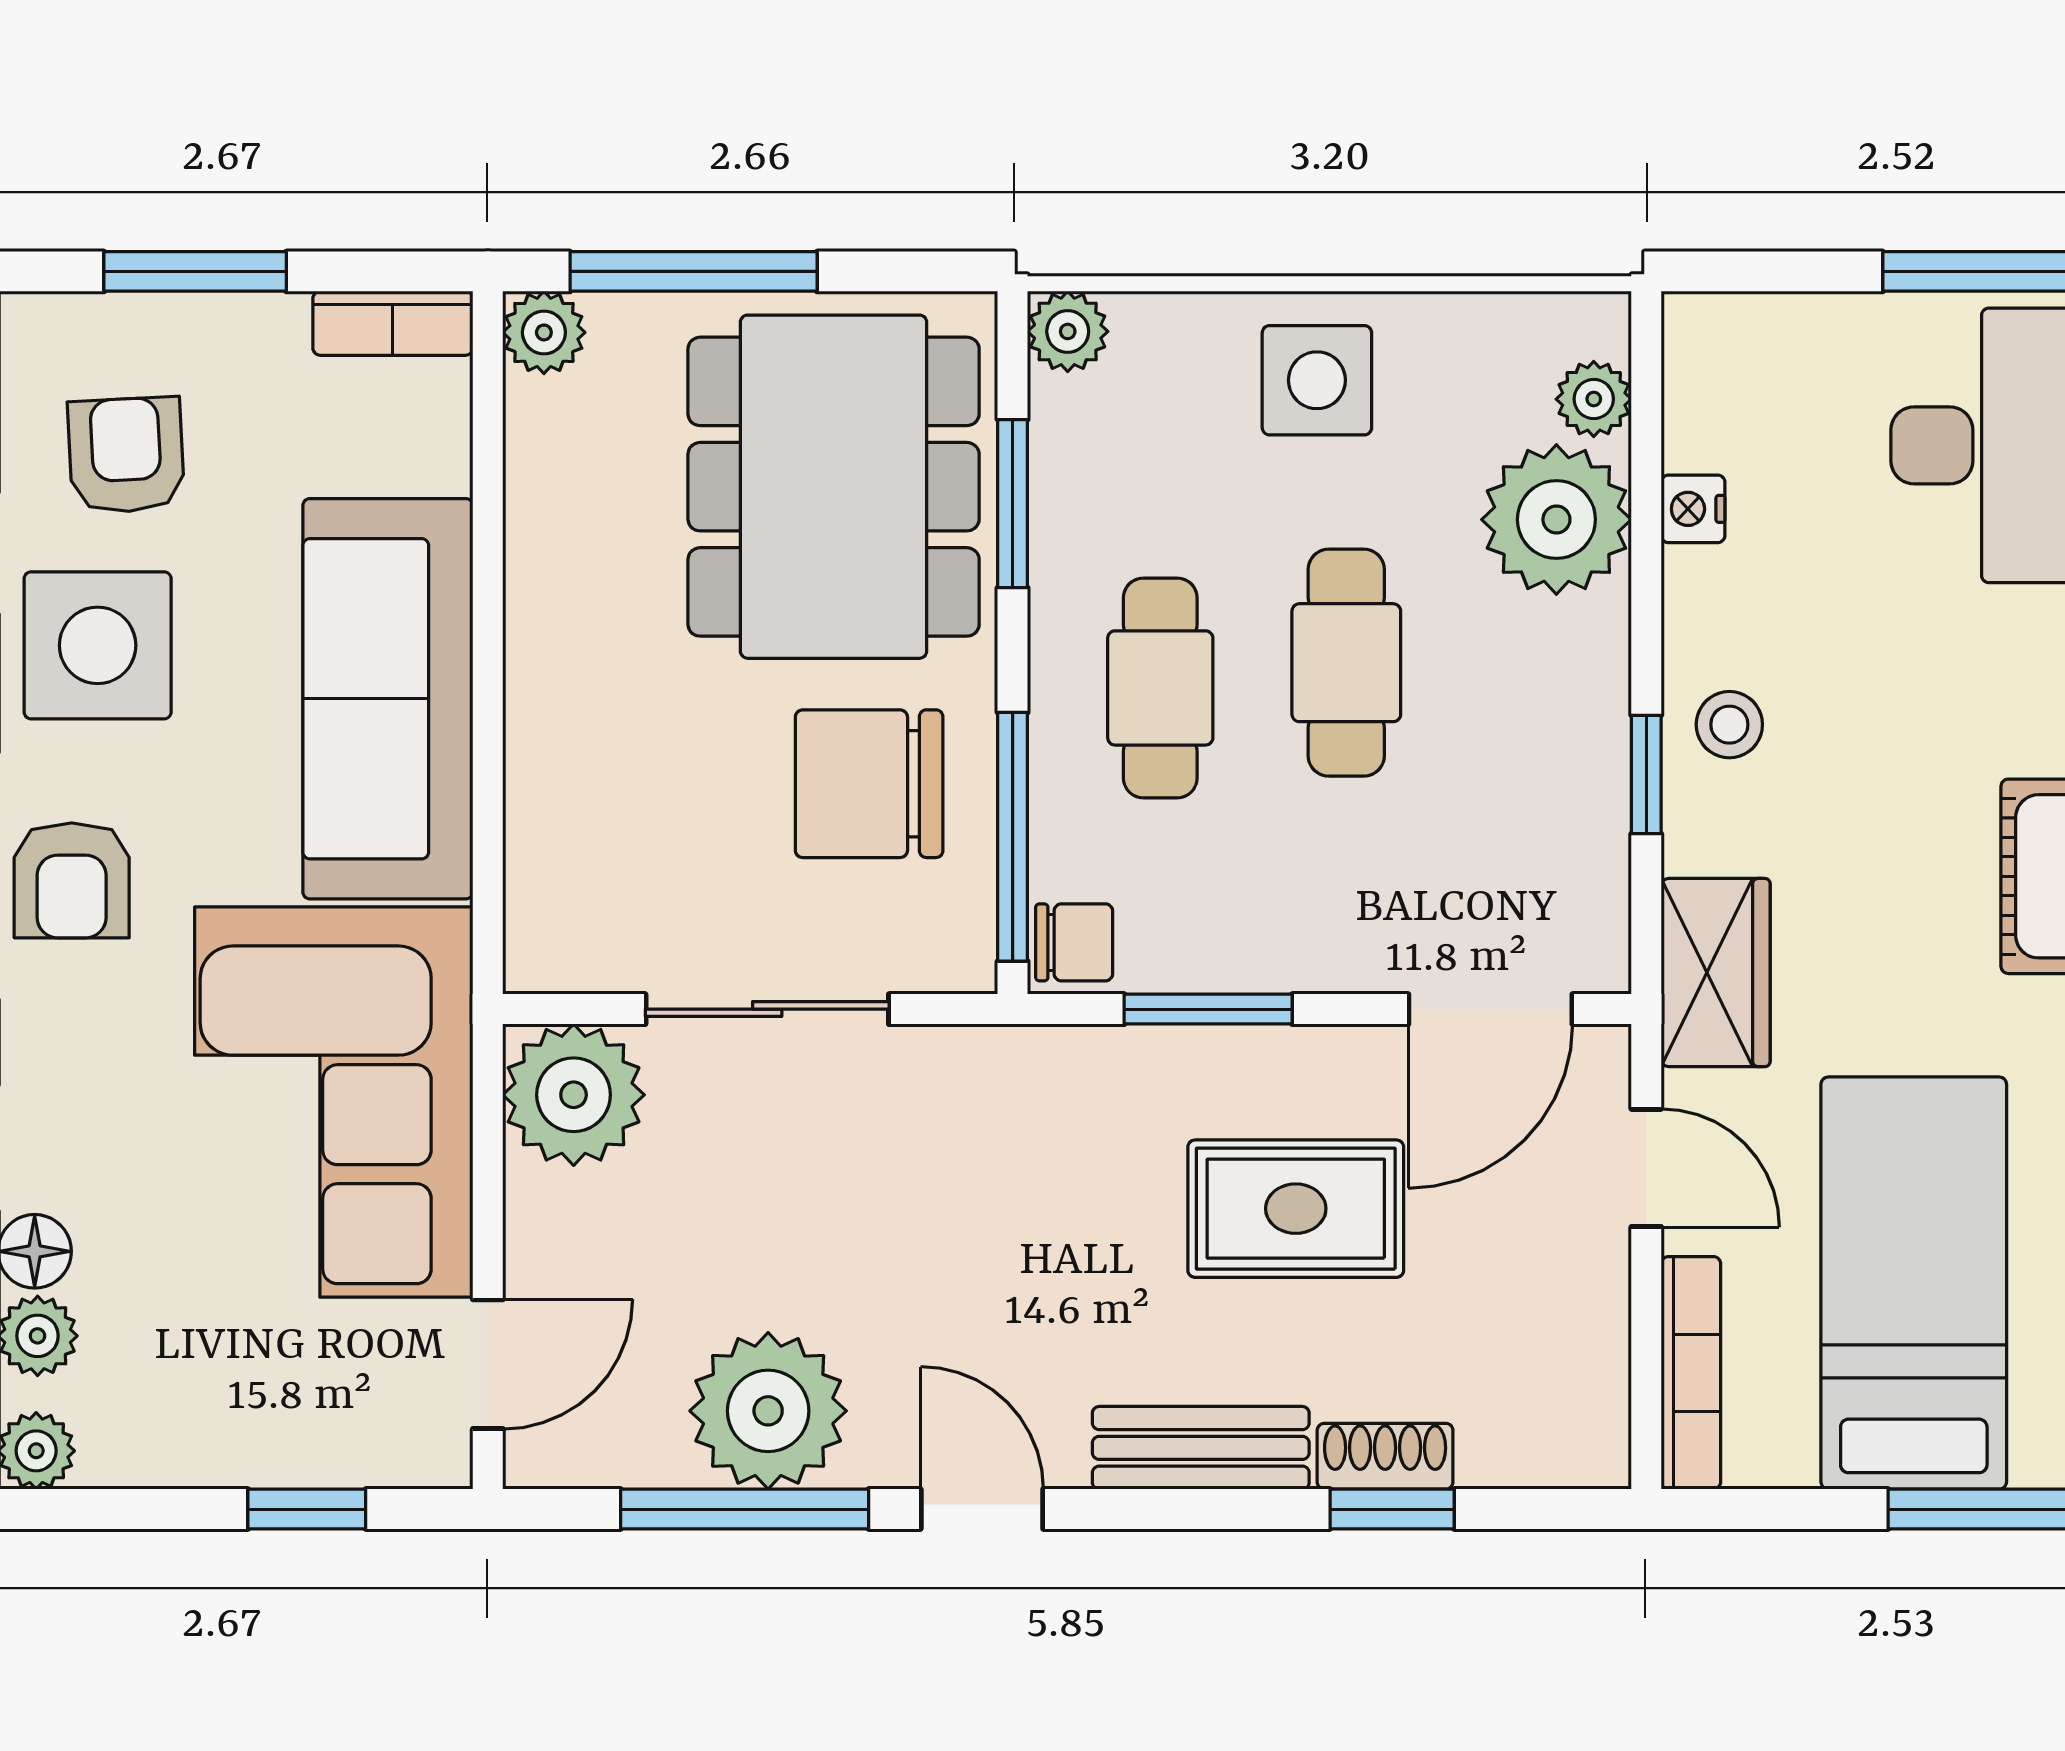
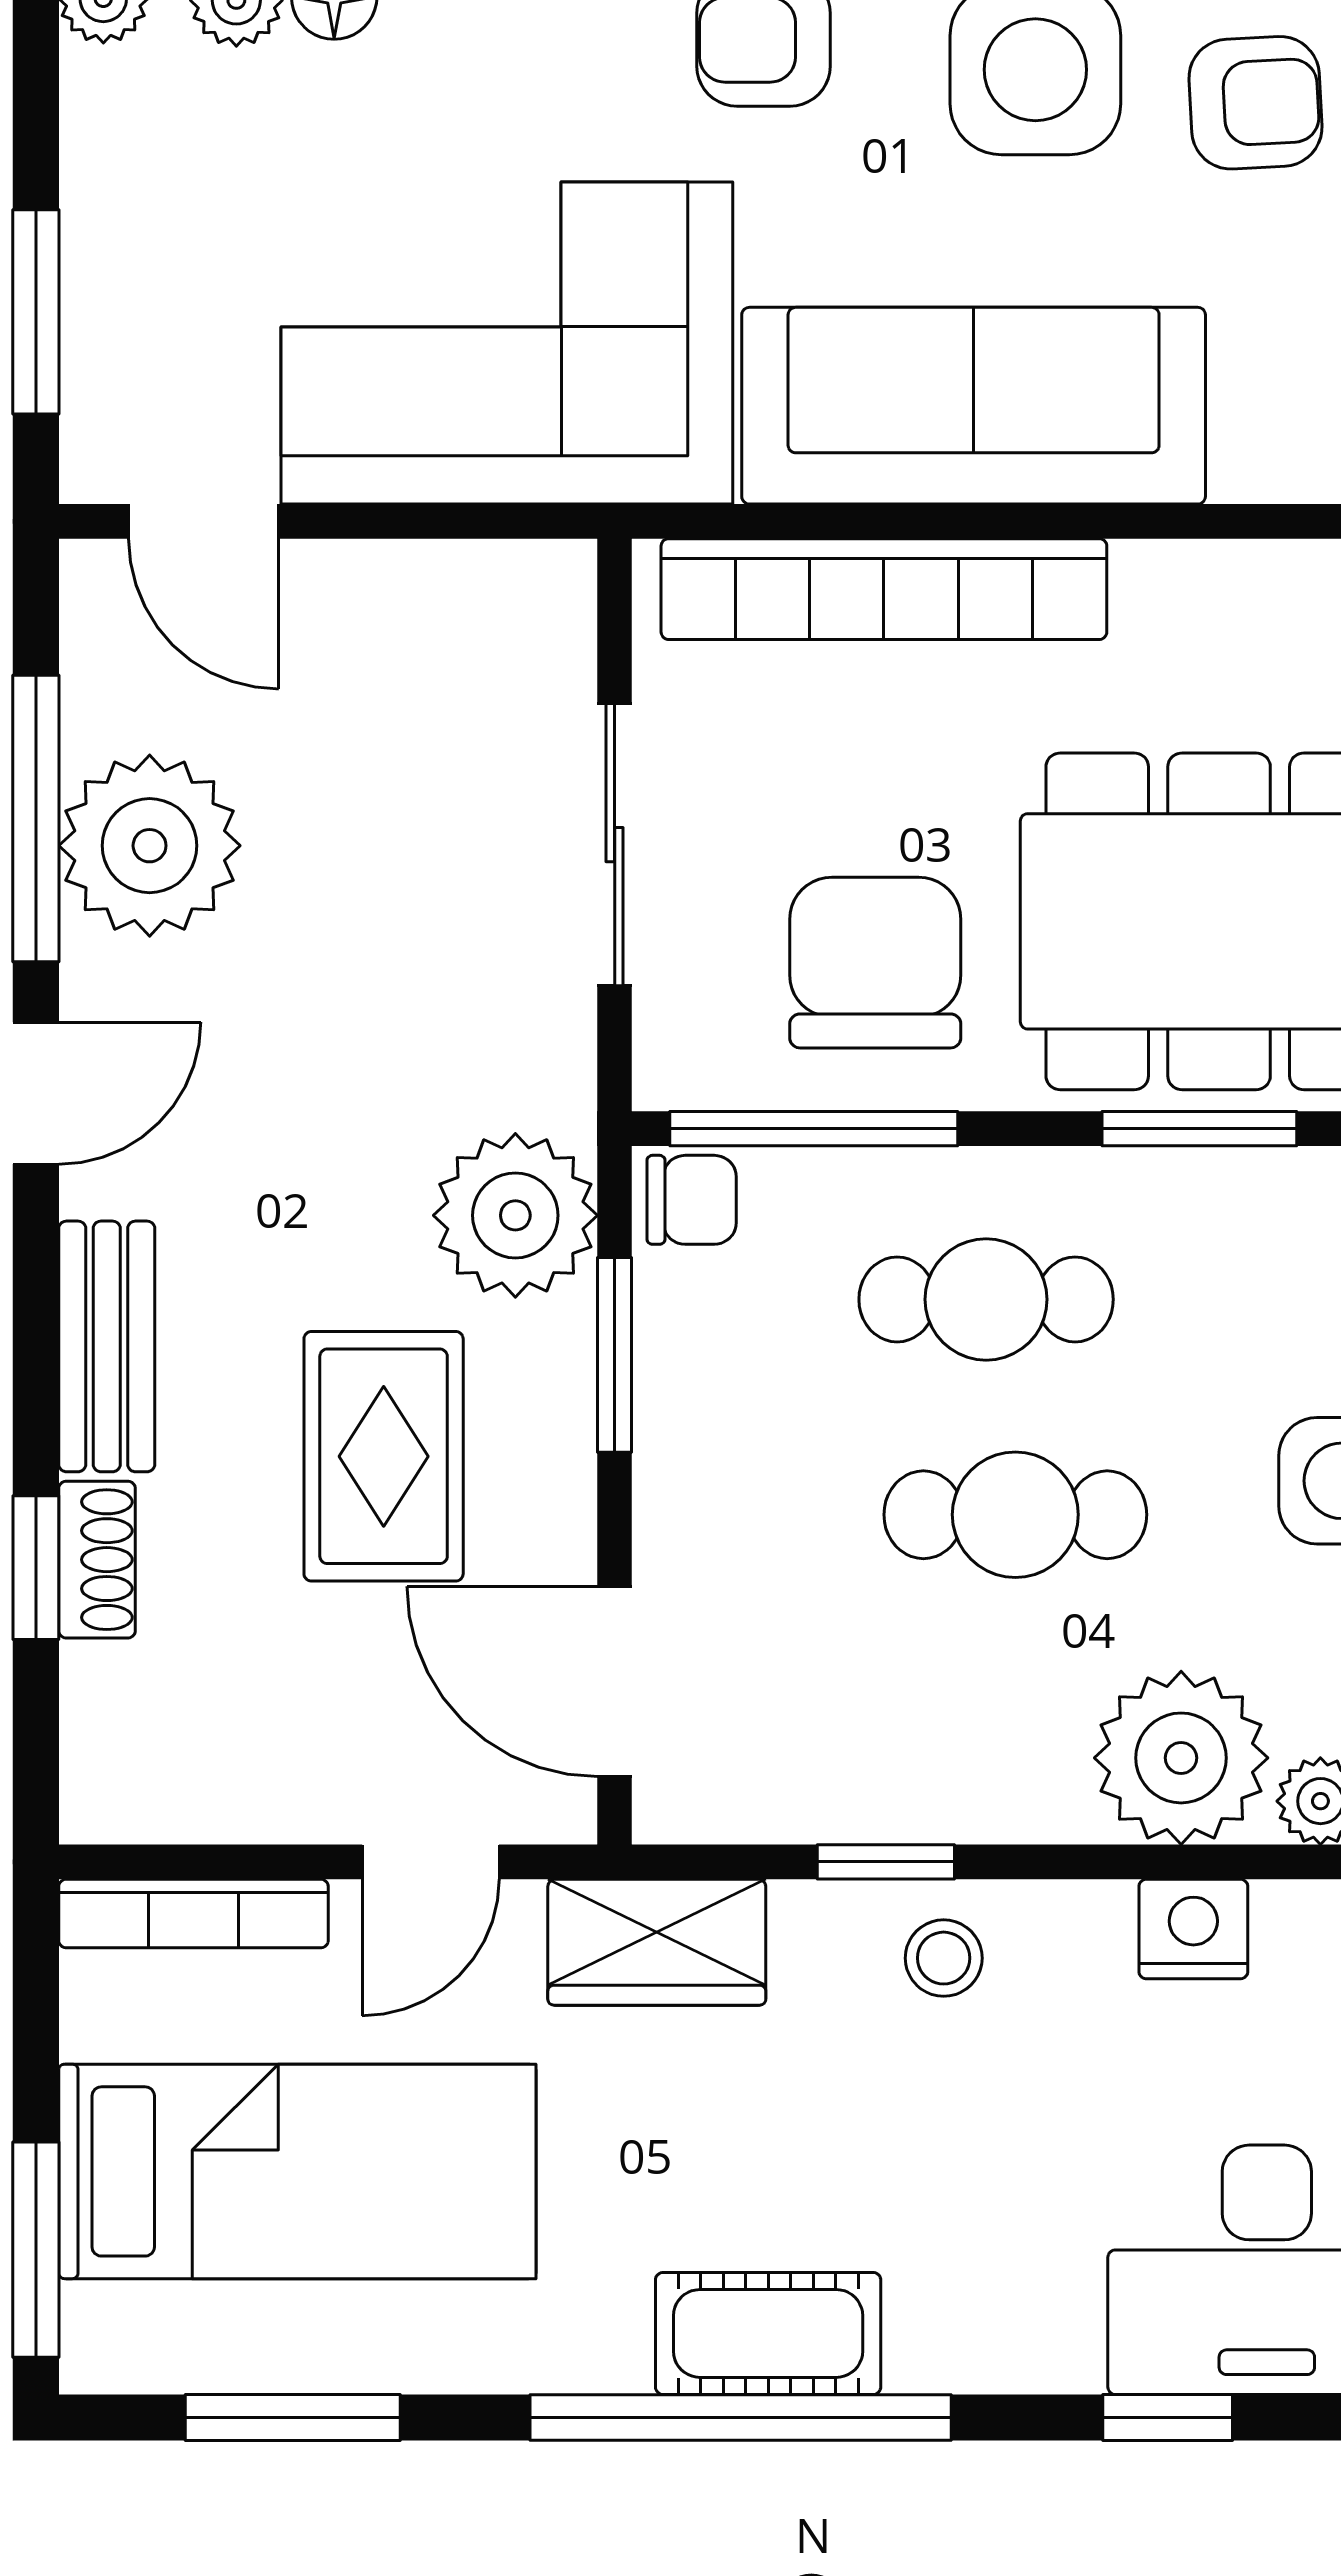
nightstand: (1693, 509) -> (1193, 1929), width x1.39, depth x1.35
bookcase: (546, 776) -> (884, 589), added
chair: (1074, 942) -> (692, 1200), turned -90
plant: (574, 1095) -> (515, 1215), moved
window: (307, 1509) -> (36, 312), width x1.50

